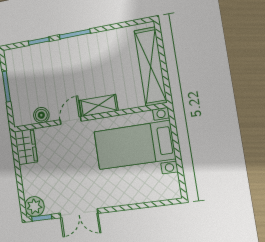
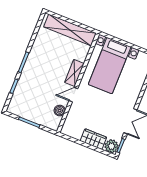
door: (71, 120) -> (73, 95), hinge flipped
wardrobe: (26, 147) -> (93, 139), moved

